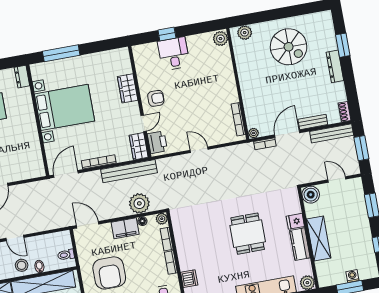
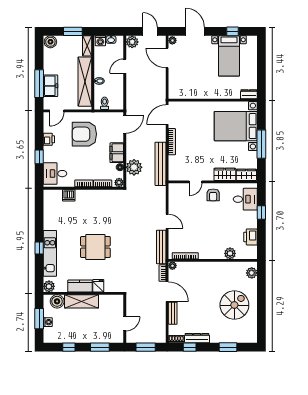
plant: (220, 39) -> (230, 253), moved
spiral stairs: (289, 47) -> (234, 305), turned 180
window: (61, 53) -> (261, 144), moved
desk: (174, 54) -> (245, 199), moved
dresser: (335, 66) -> (197, 338), moved
window: (351, 93) -> (190, 347), added
bed with nightstands: (65, 107) -> (236, 126), moved, turned 90
door: (144, 123) -> (196, 182), hinge flipped
bench: (332, 133) -> (161, 247), moved
printer: (157, 142) -> (250, 237), moved, turned 90
wardrobe: (139, 146) -> (246, 175), moved
door: (199, 150) -> (167, 221), hinge flipped
door: (66, 174) -> (167, 115), swing flipped
boiler: (311, 195) -> (57, 301), moved
stool: (22, 265) -> (103, 67), removed

